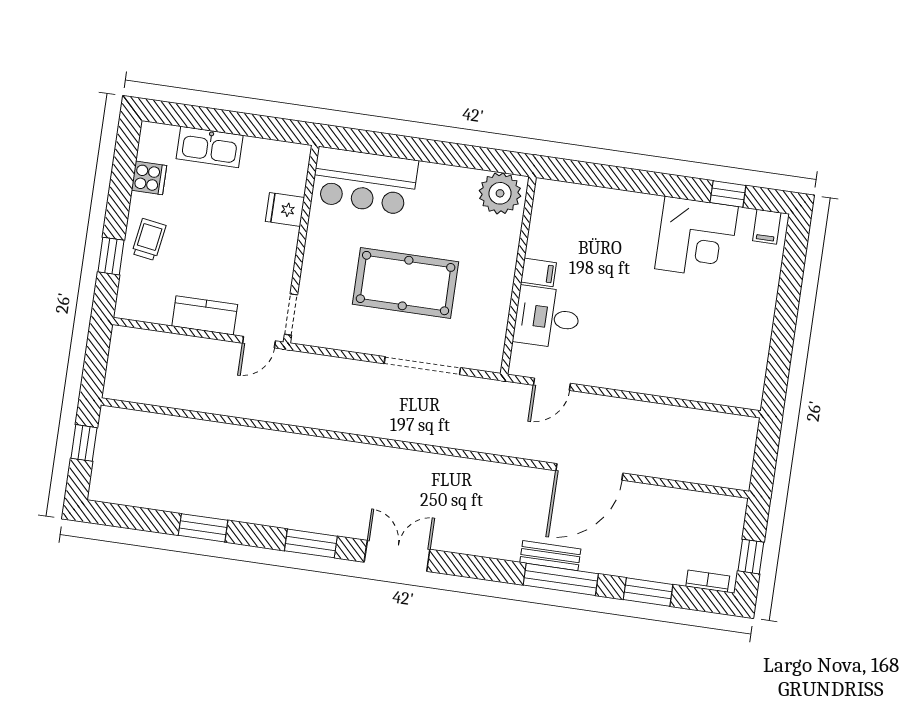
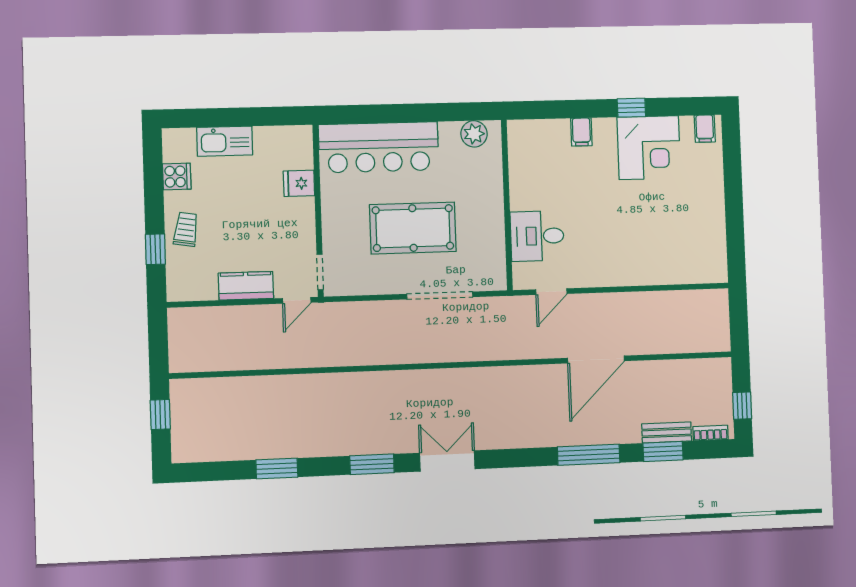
bar counter: (365, 181) -> (379, 147), width x1.36
plant: (500, 193) -> (474, 134), width x0.73, depth x0.73
window: (728, 194) -> (631, 108), moved
filing cabinet: (538, 272) -> (581, 132), moved, turned 90
bench: (550, 556) -> (667, 432), moved

